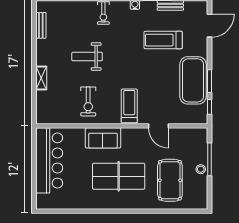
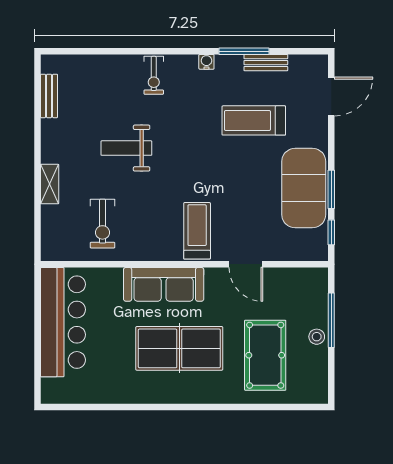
exercise bike: (88, 101) -> (103, 224), moved
sofa: (103, 138) -> (164, 284), width x1.36

